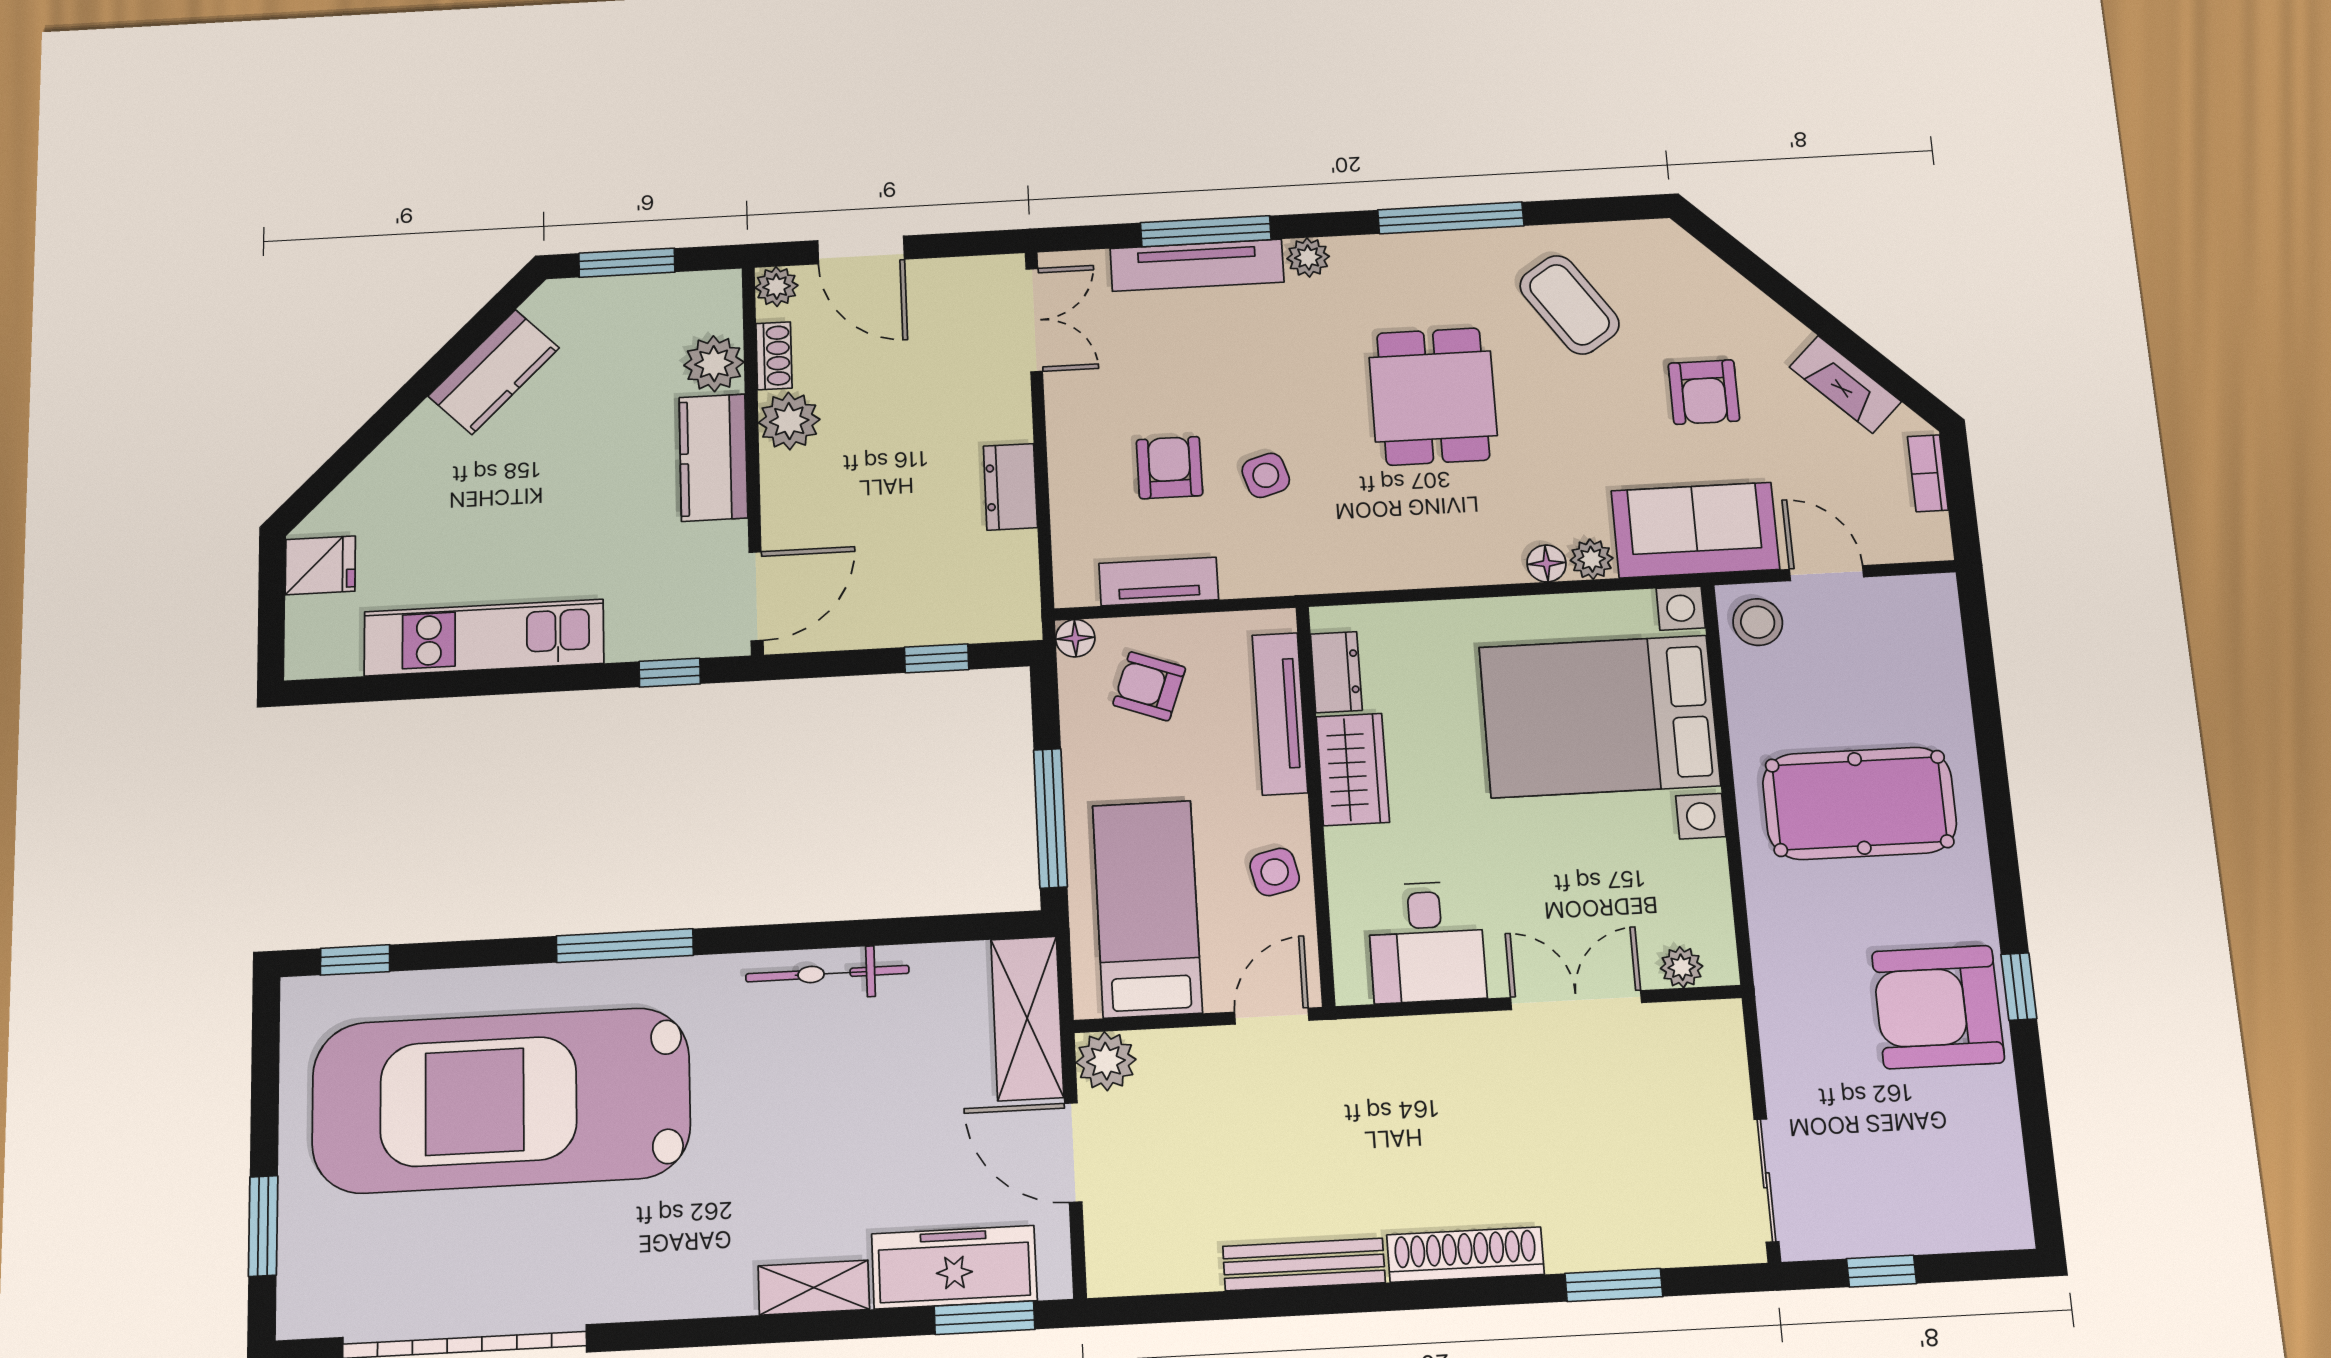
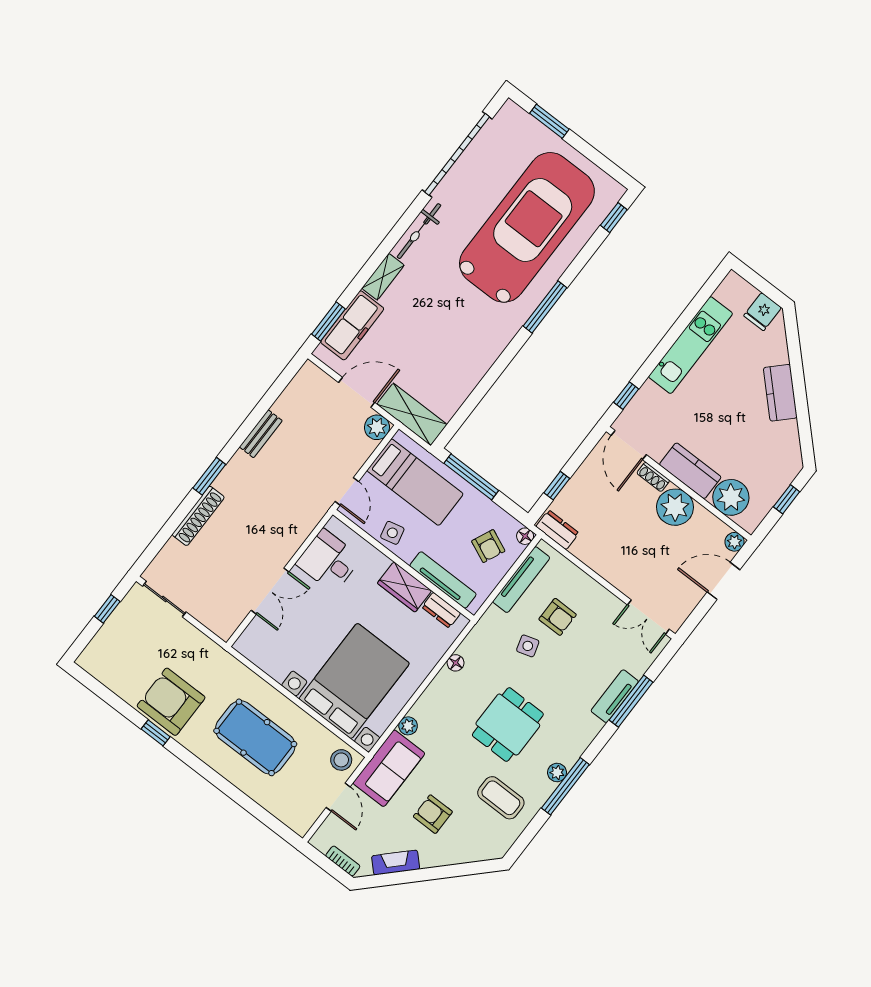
plant: (1308, 257) -> (557, 773), moved
window: (627, 263) -> (787, 499), width x0.67
tv unit: (1197, 265) -> (615, 696), width x0.71
coffee table: (1569, 305) -> (501, 798), turned 34
shoe rack: (774, 356) -> (653, 477), moved
plant: (714, 364) -> (731, 497), width x1.36, depth x1.36
kitchen counter: (494, 372) -> (780, 393), moved
dining table: (1433, 396) -> (508, 725), turned 90
plant: (789, 421) -> (675, 507), width x1.36, depth x1.36
dresser: (1010, 487) -> (557, 530), moved
floor lamp: (1546, 563) -> (456, 663), moved
door: (1827, 573) -> (338, 797), hinge flipped
tv unit: (1159, 581) -> (521, 580), width x1.41
armchair: (1149, 686) -> (488, 546), turned 94
pool table: (1859, 803) -> (255, 737), turned 90
plant: (1682, 967) -> (252, 633), removed
bicycle: (827, 974) -> (419, 231), moved, turned 180
armchair: (1938, 1007) -> (171, 702), turned -90
shoe rack: (1465, 1255) -> (198, 516), moved
bench: (1304, 1264) -> (261, 434), width x0.73
window: (1614, 1285) -> (209, 476), moved

